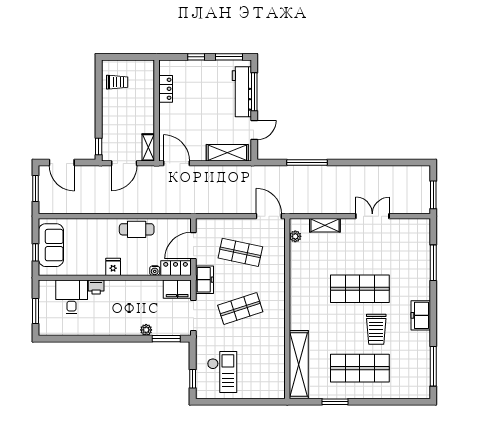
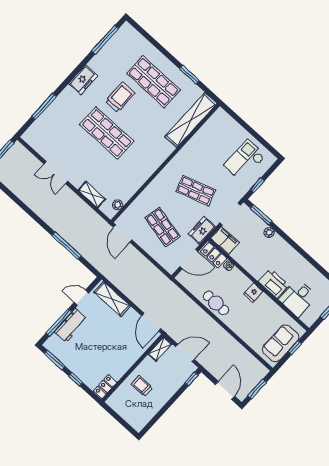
trolley: (117, 82) -> (142, 386), moved
locker: (166, 89) -> (105, 387), moved
workbench: (242, 92) -> (71, 325), width x0.73
printer: (96, 287) -> (274, 283), width x1.87, depth x1.48
window: (193, 379) -> (257, 185), moved

